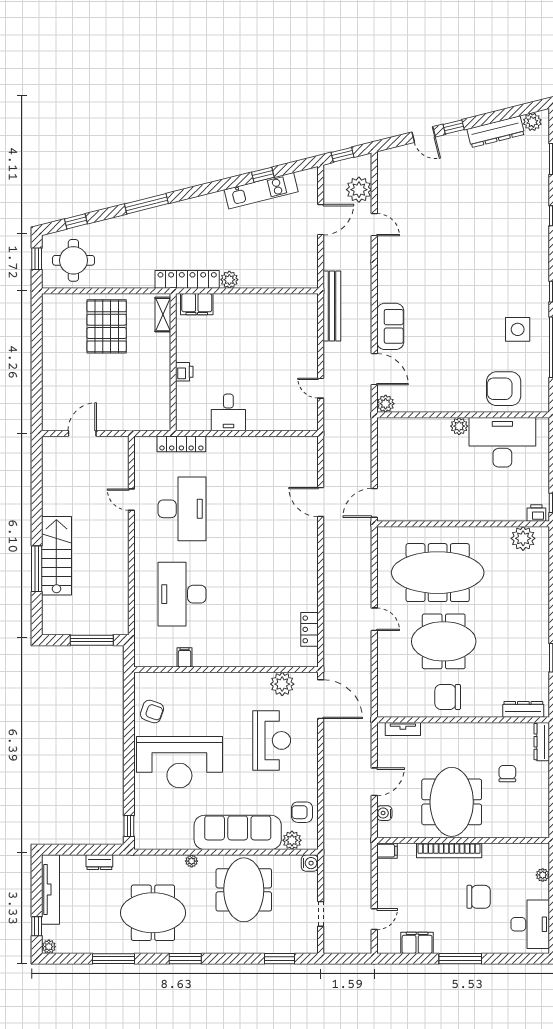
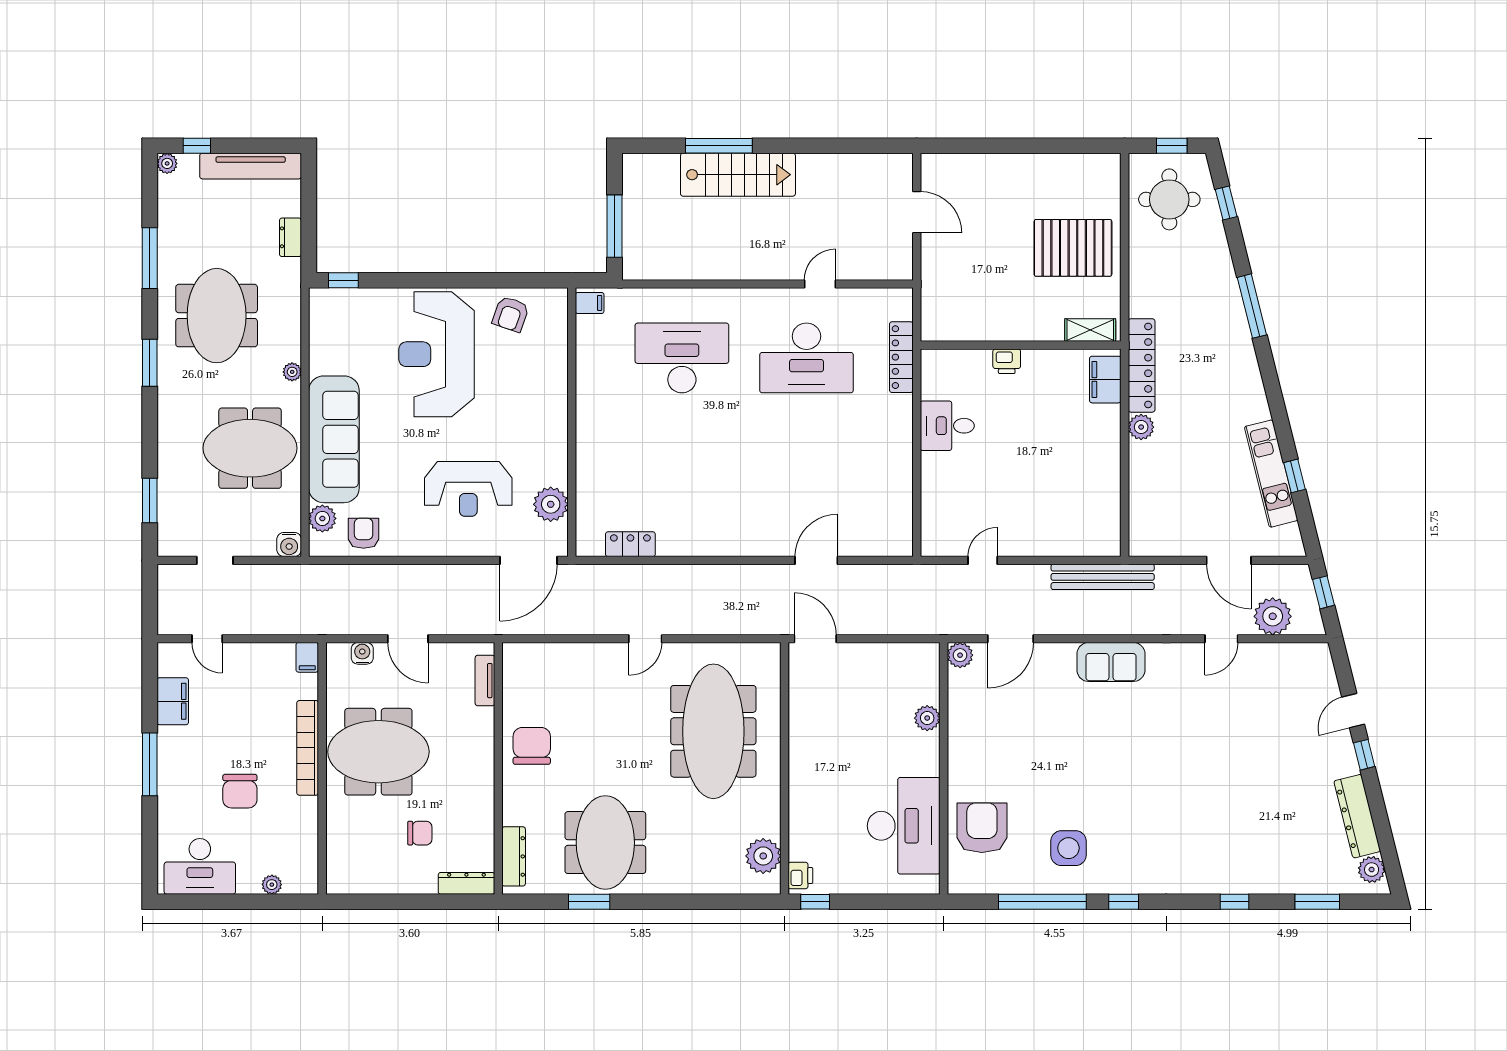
sofa: (390, 326) -> (1111, 662), moved
plant: (459, 426) -> (927, 718), moved
meeting table: (444, 641) -> (605, 843), moved
filing cabinet: (184, 657) -> (590, 303), moved

